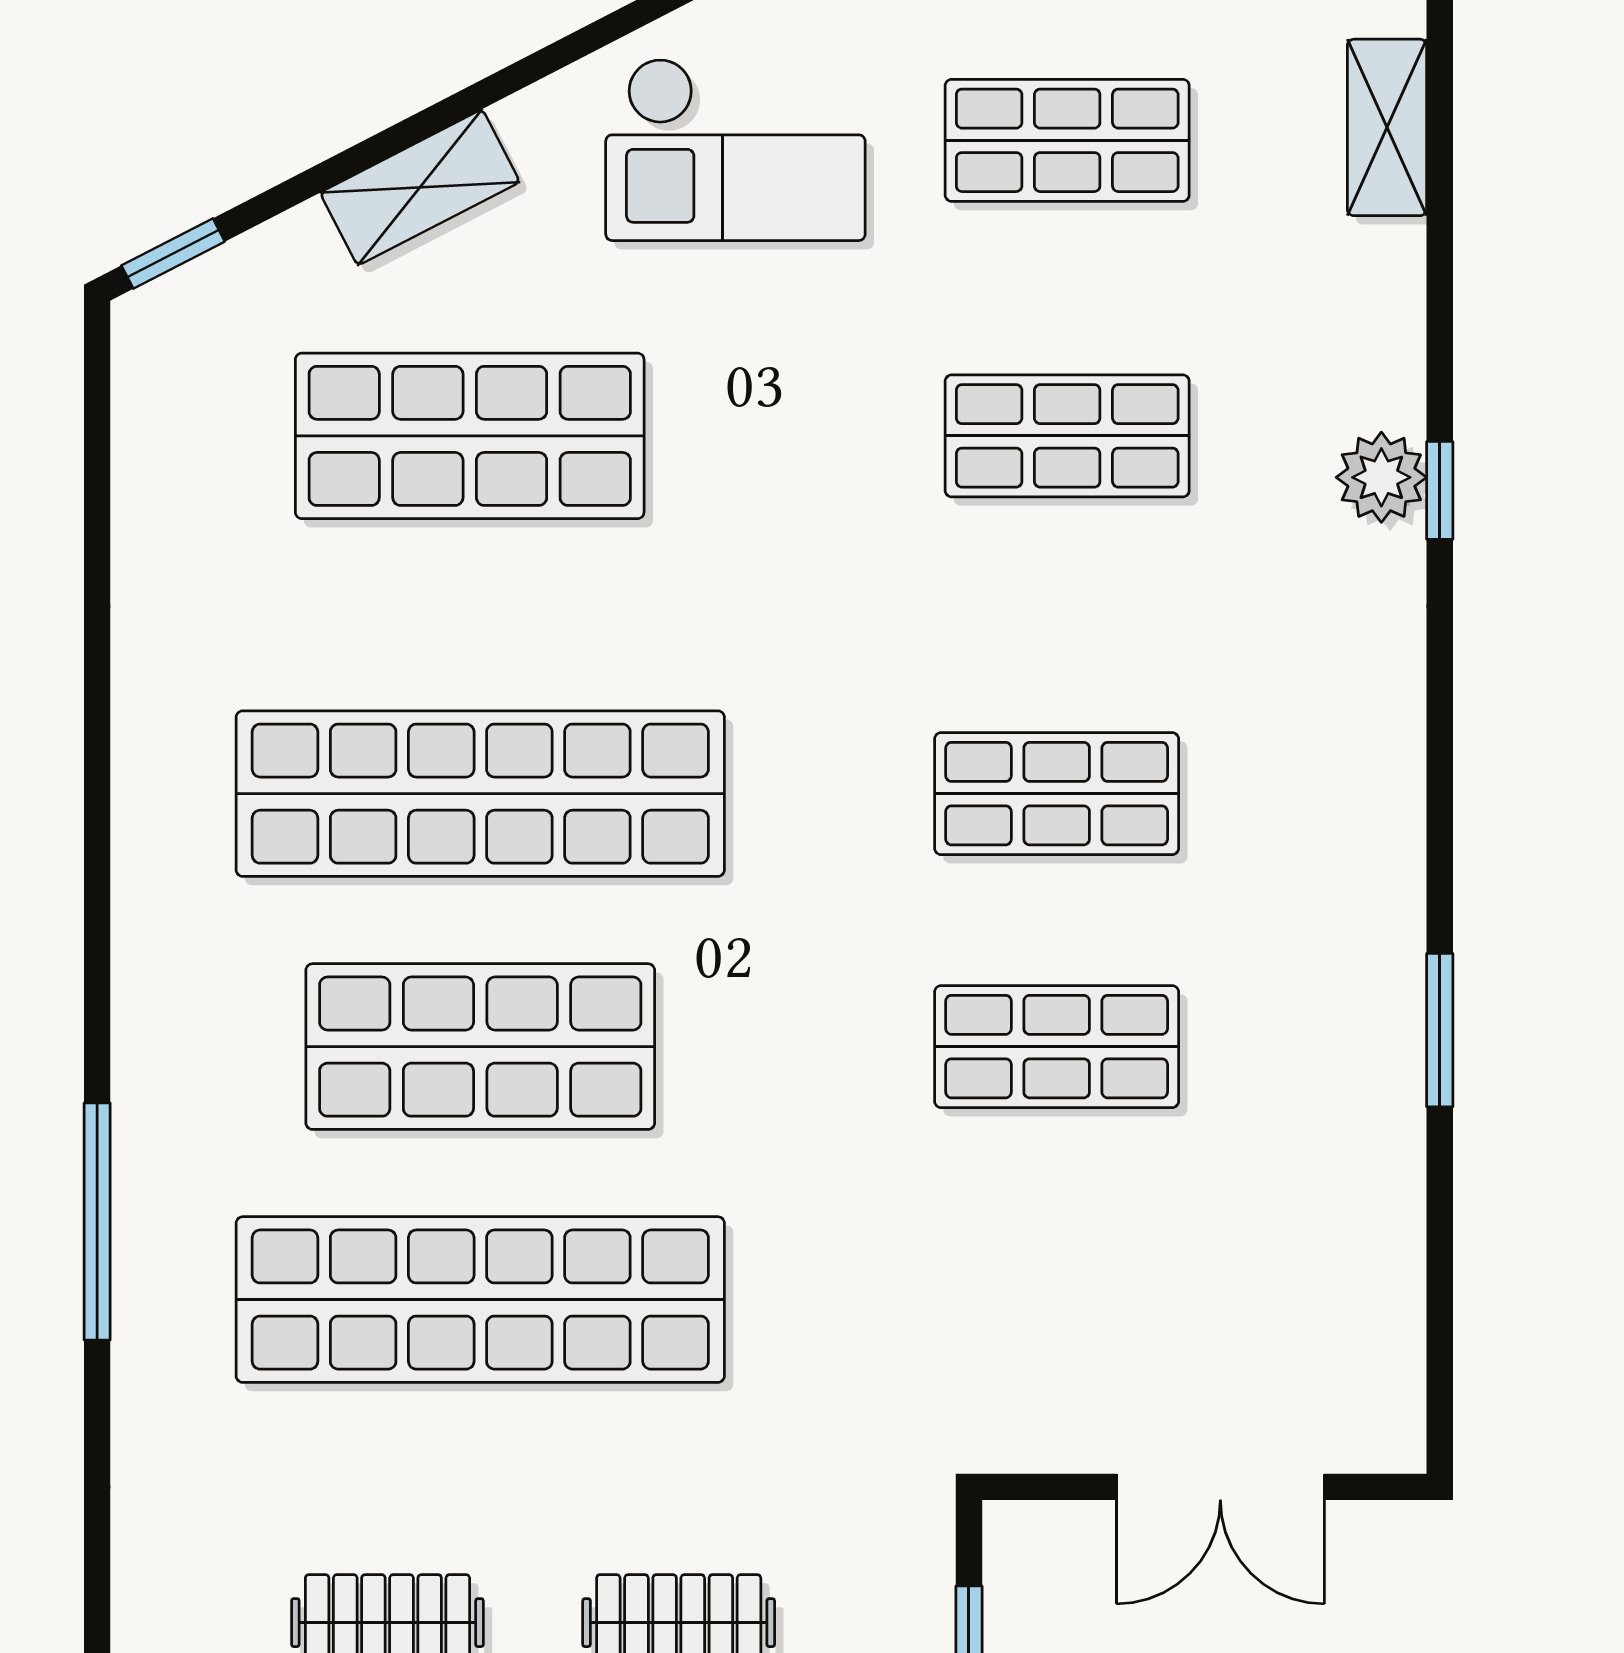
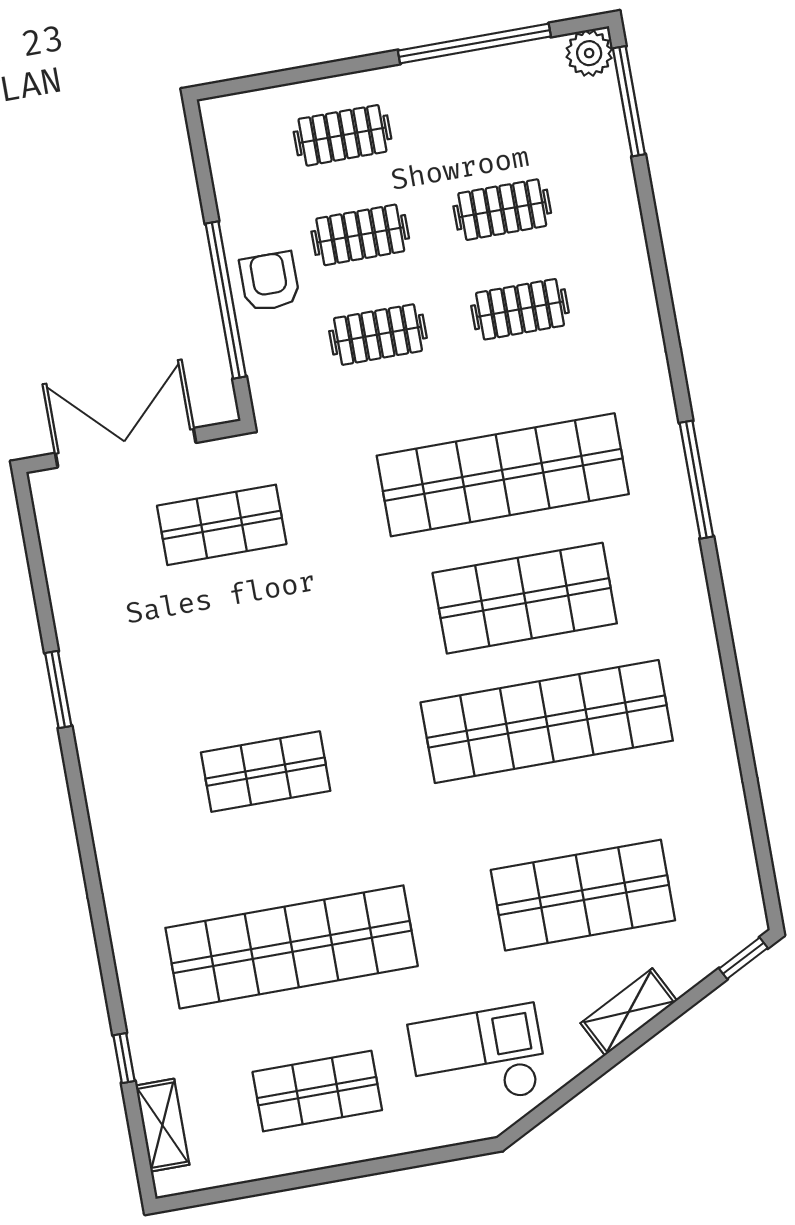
shop shelf: (1067, 436) -> (292, 947), width x2.00, depth x1.36
plant: (1381, 477) -> (135, 954), removed
window: (1440, 490) -> (124, 1058), moved
shop shelf: (1057, 1047) -> (222, 525), moved
double door: (1220, 1487) -> (126, 448), width x1.37

